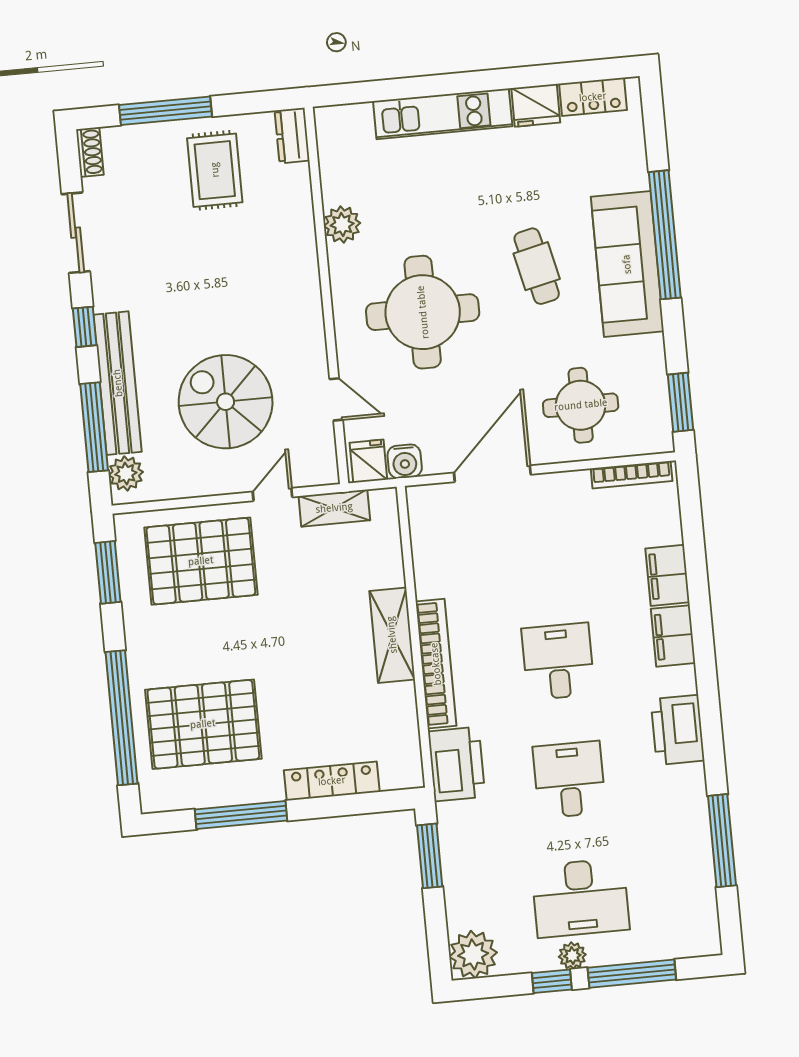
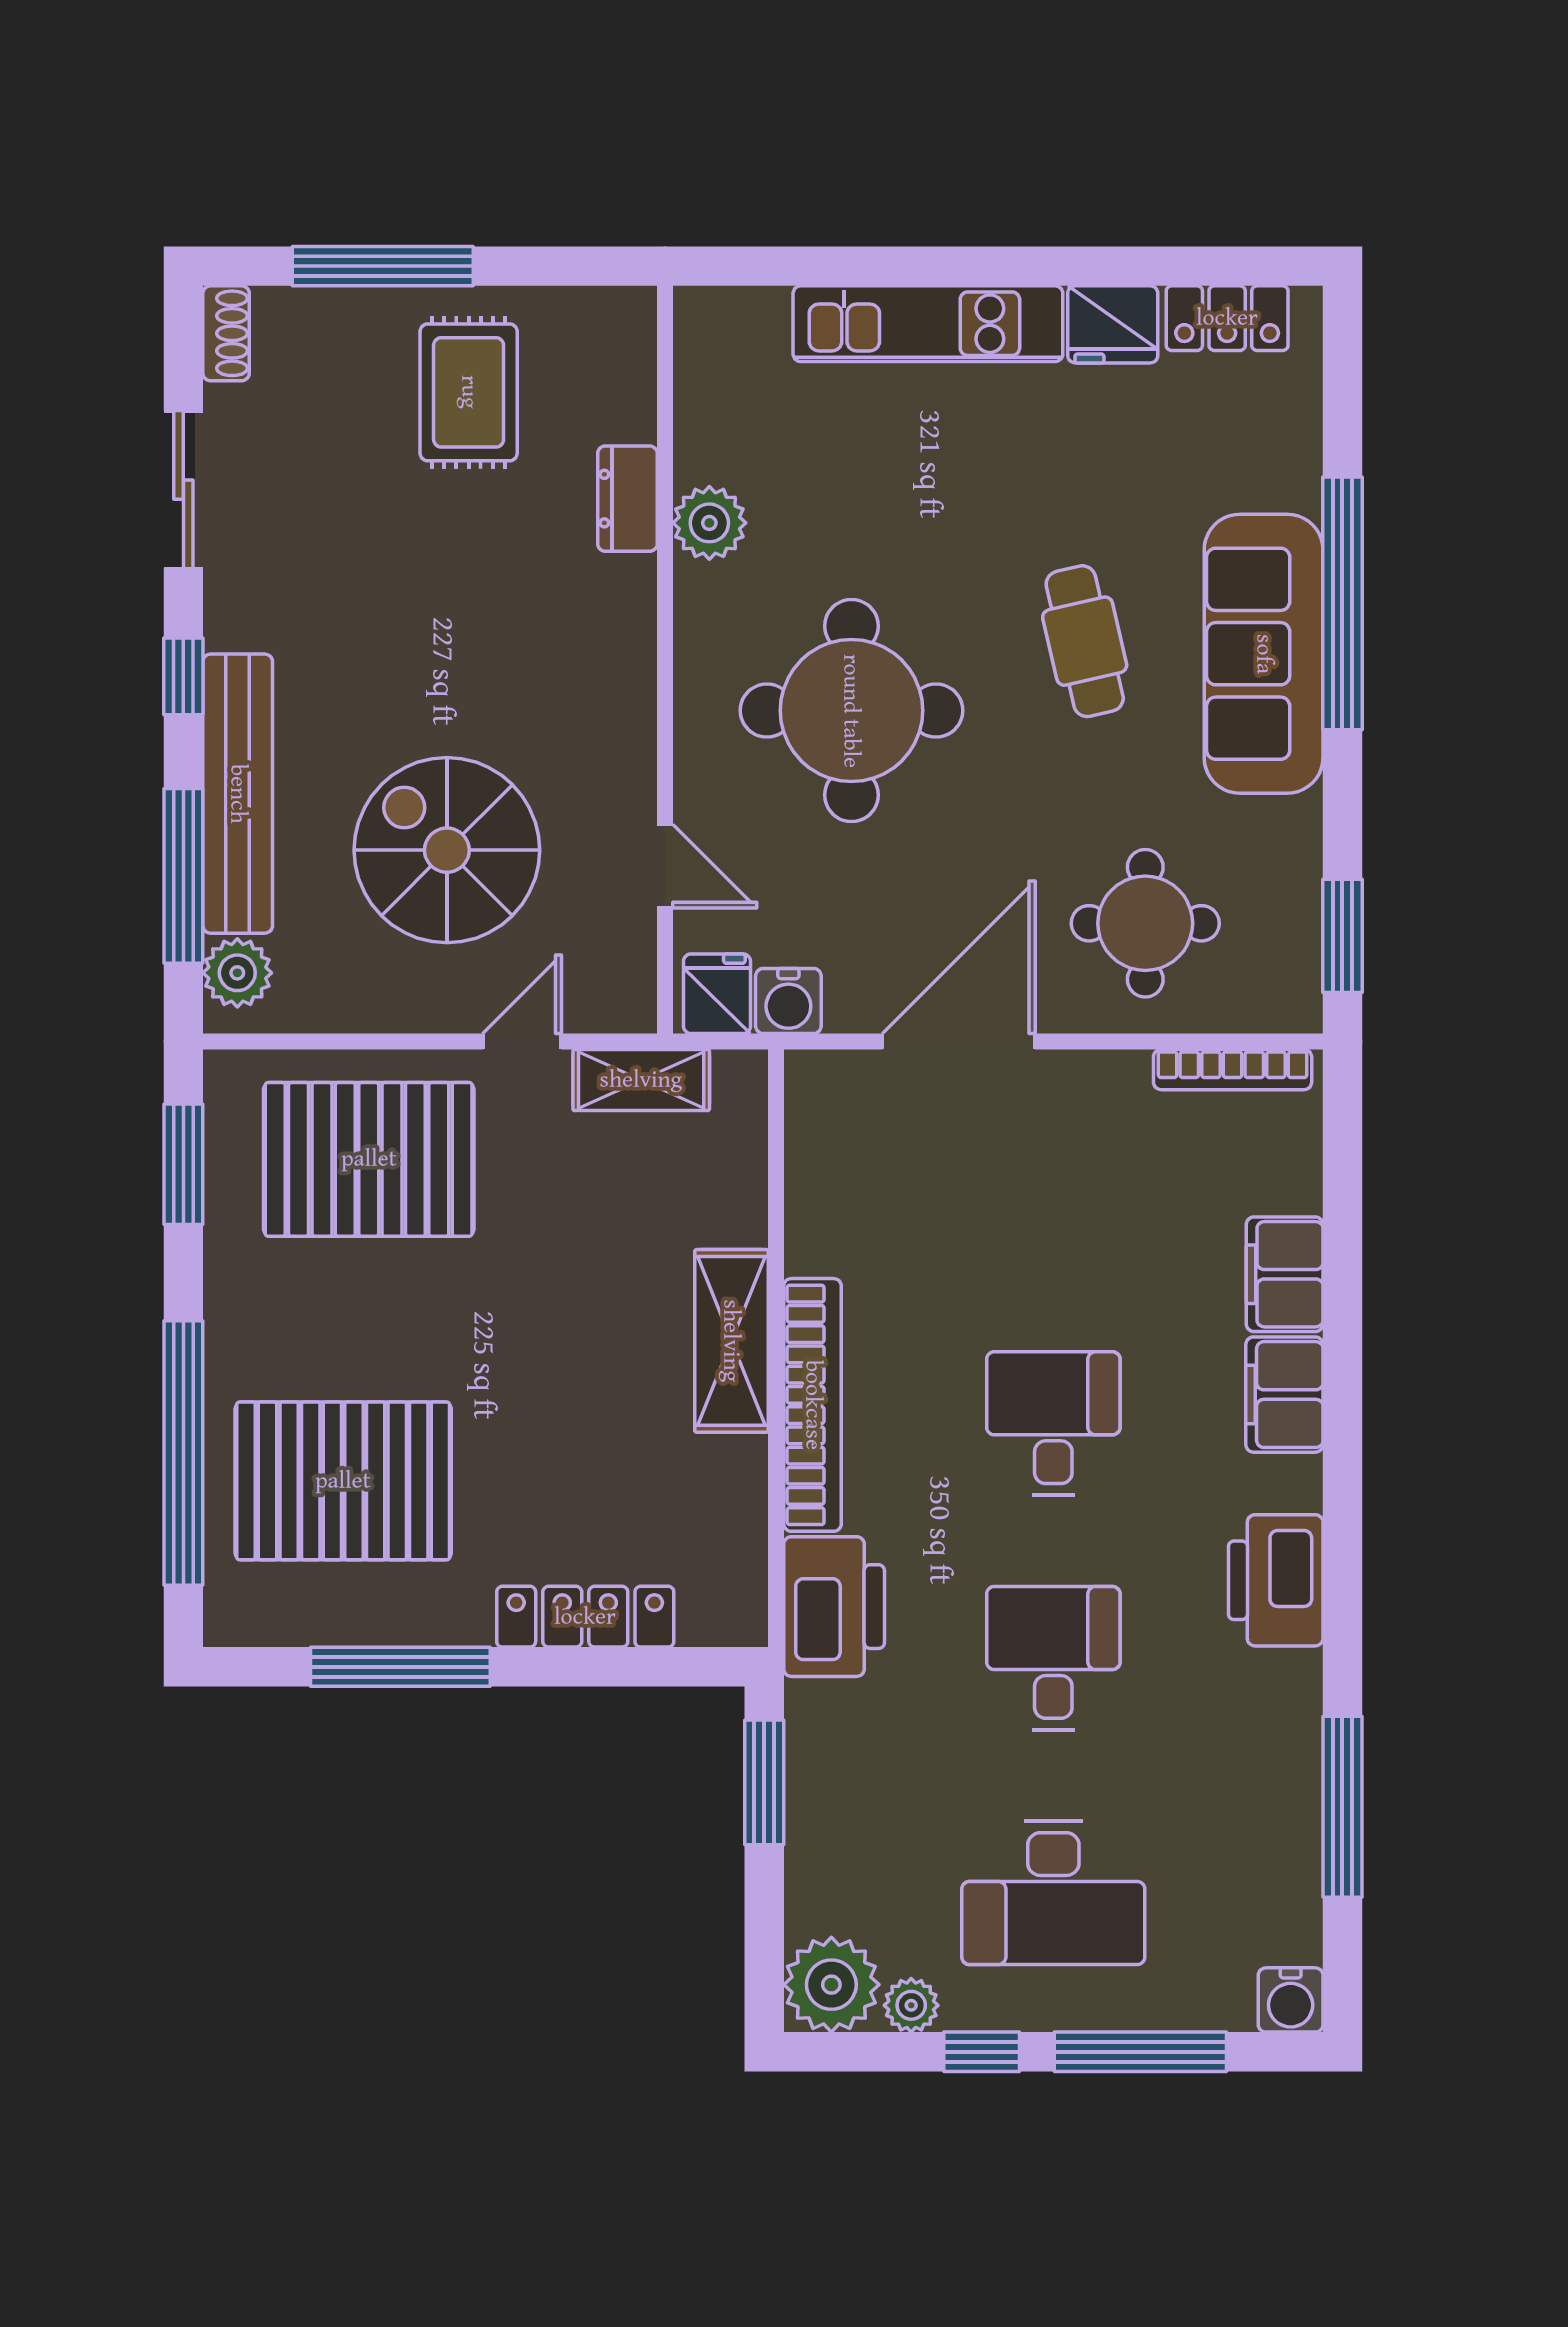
dresser: (292, 136) -> (627, 499), moved
water cooler: (705, 940) -> (1291, 2000), added
plant: (572, 956) -> (911, 2005), moved

